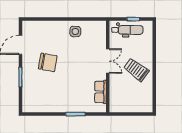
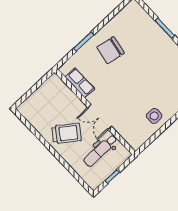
dental chair: (127, 30) -> (100, 151), moved
chair: (48, 62) -> (111, 50), moved

